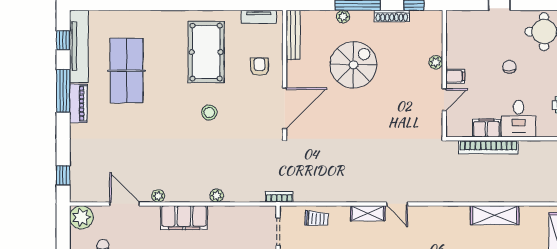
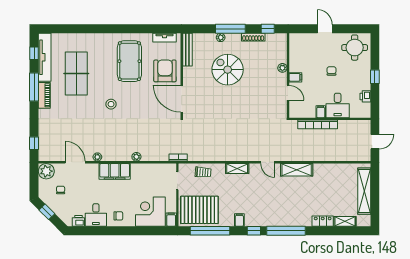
spiral stairs: (353, 65) -> (228, 70), turned -90
armchair: (259, 67) -> (165, 71), width x1.88, depth x1.88
door: (444, 100) -> (288, 93), hinge flipped
door: (285, 108) -> (182, 99), swing flipped
stool: (209, 112) -> (111, 104), moved
filing cabinet: (486, 128) -> (321, 112), width x0.50
door: (397, 204) -> (268, 162), moved
shelving: (495, 215) -> (297, 170), moved

